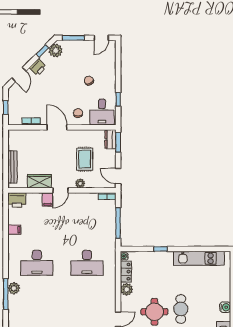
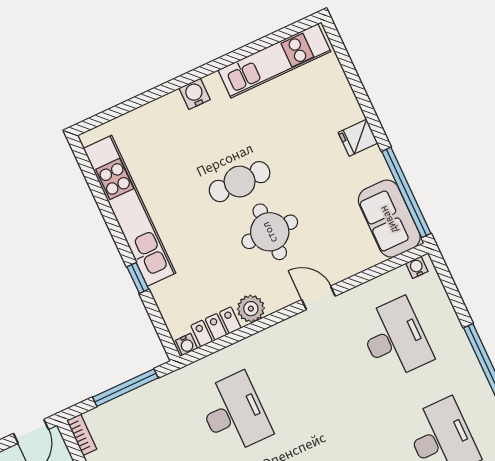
kitchen unit: (199, 258) -> (129, 211), width x1.36

